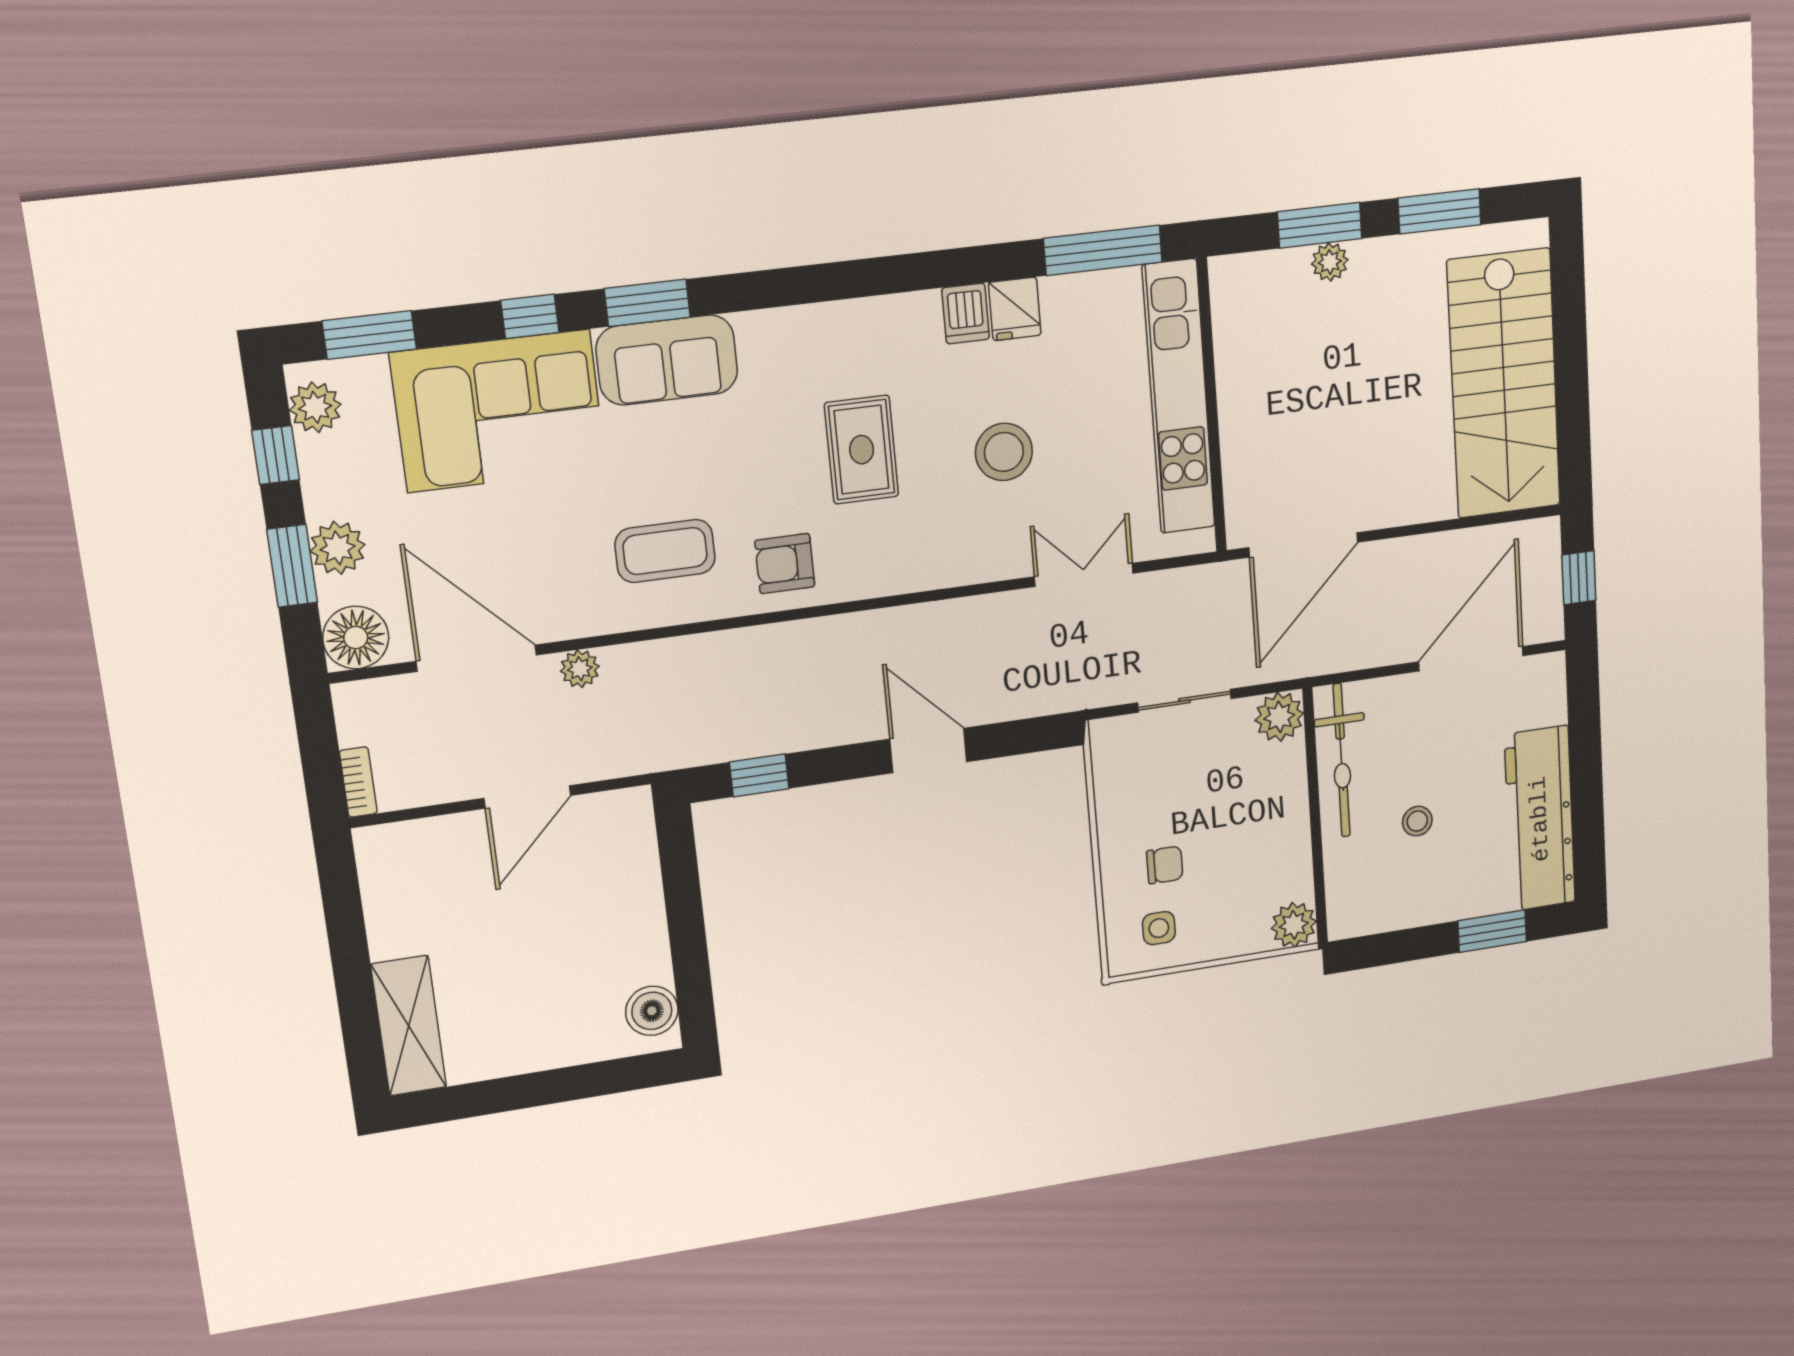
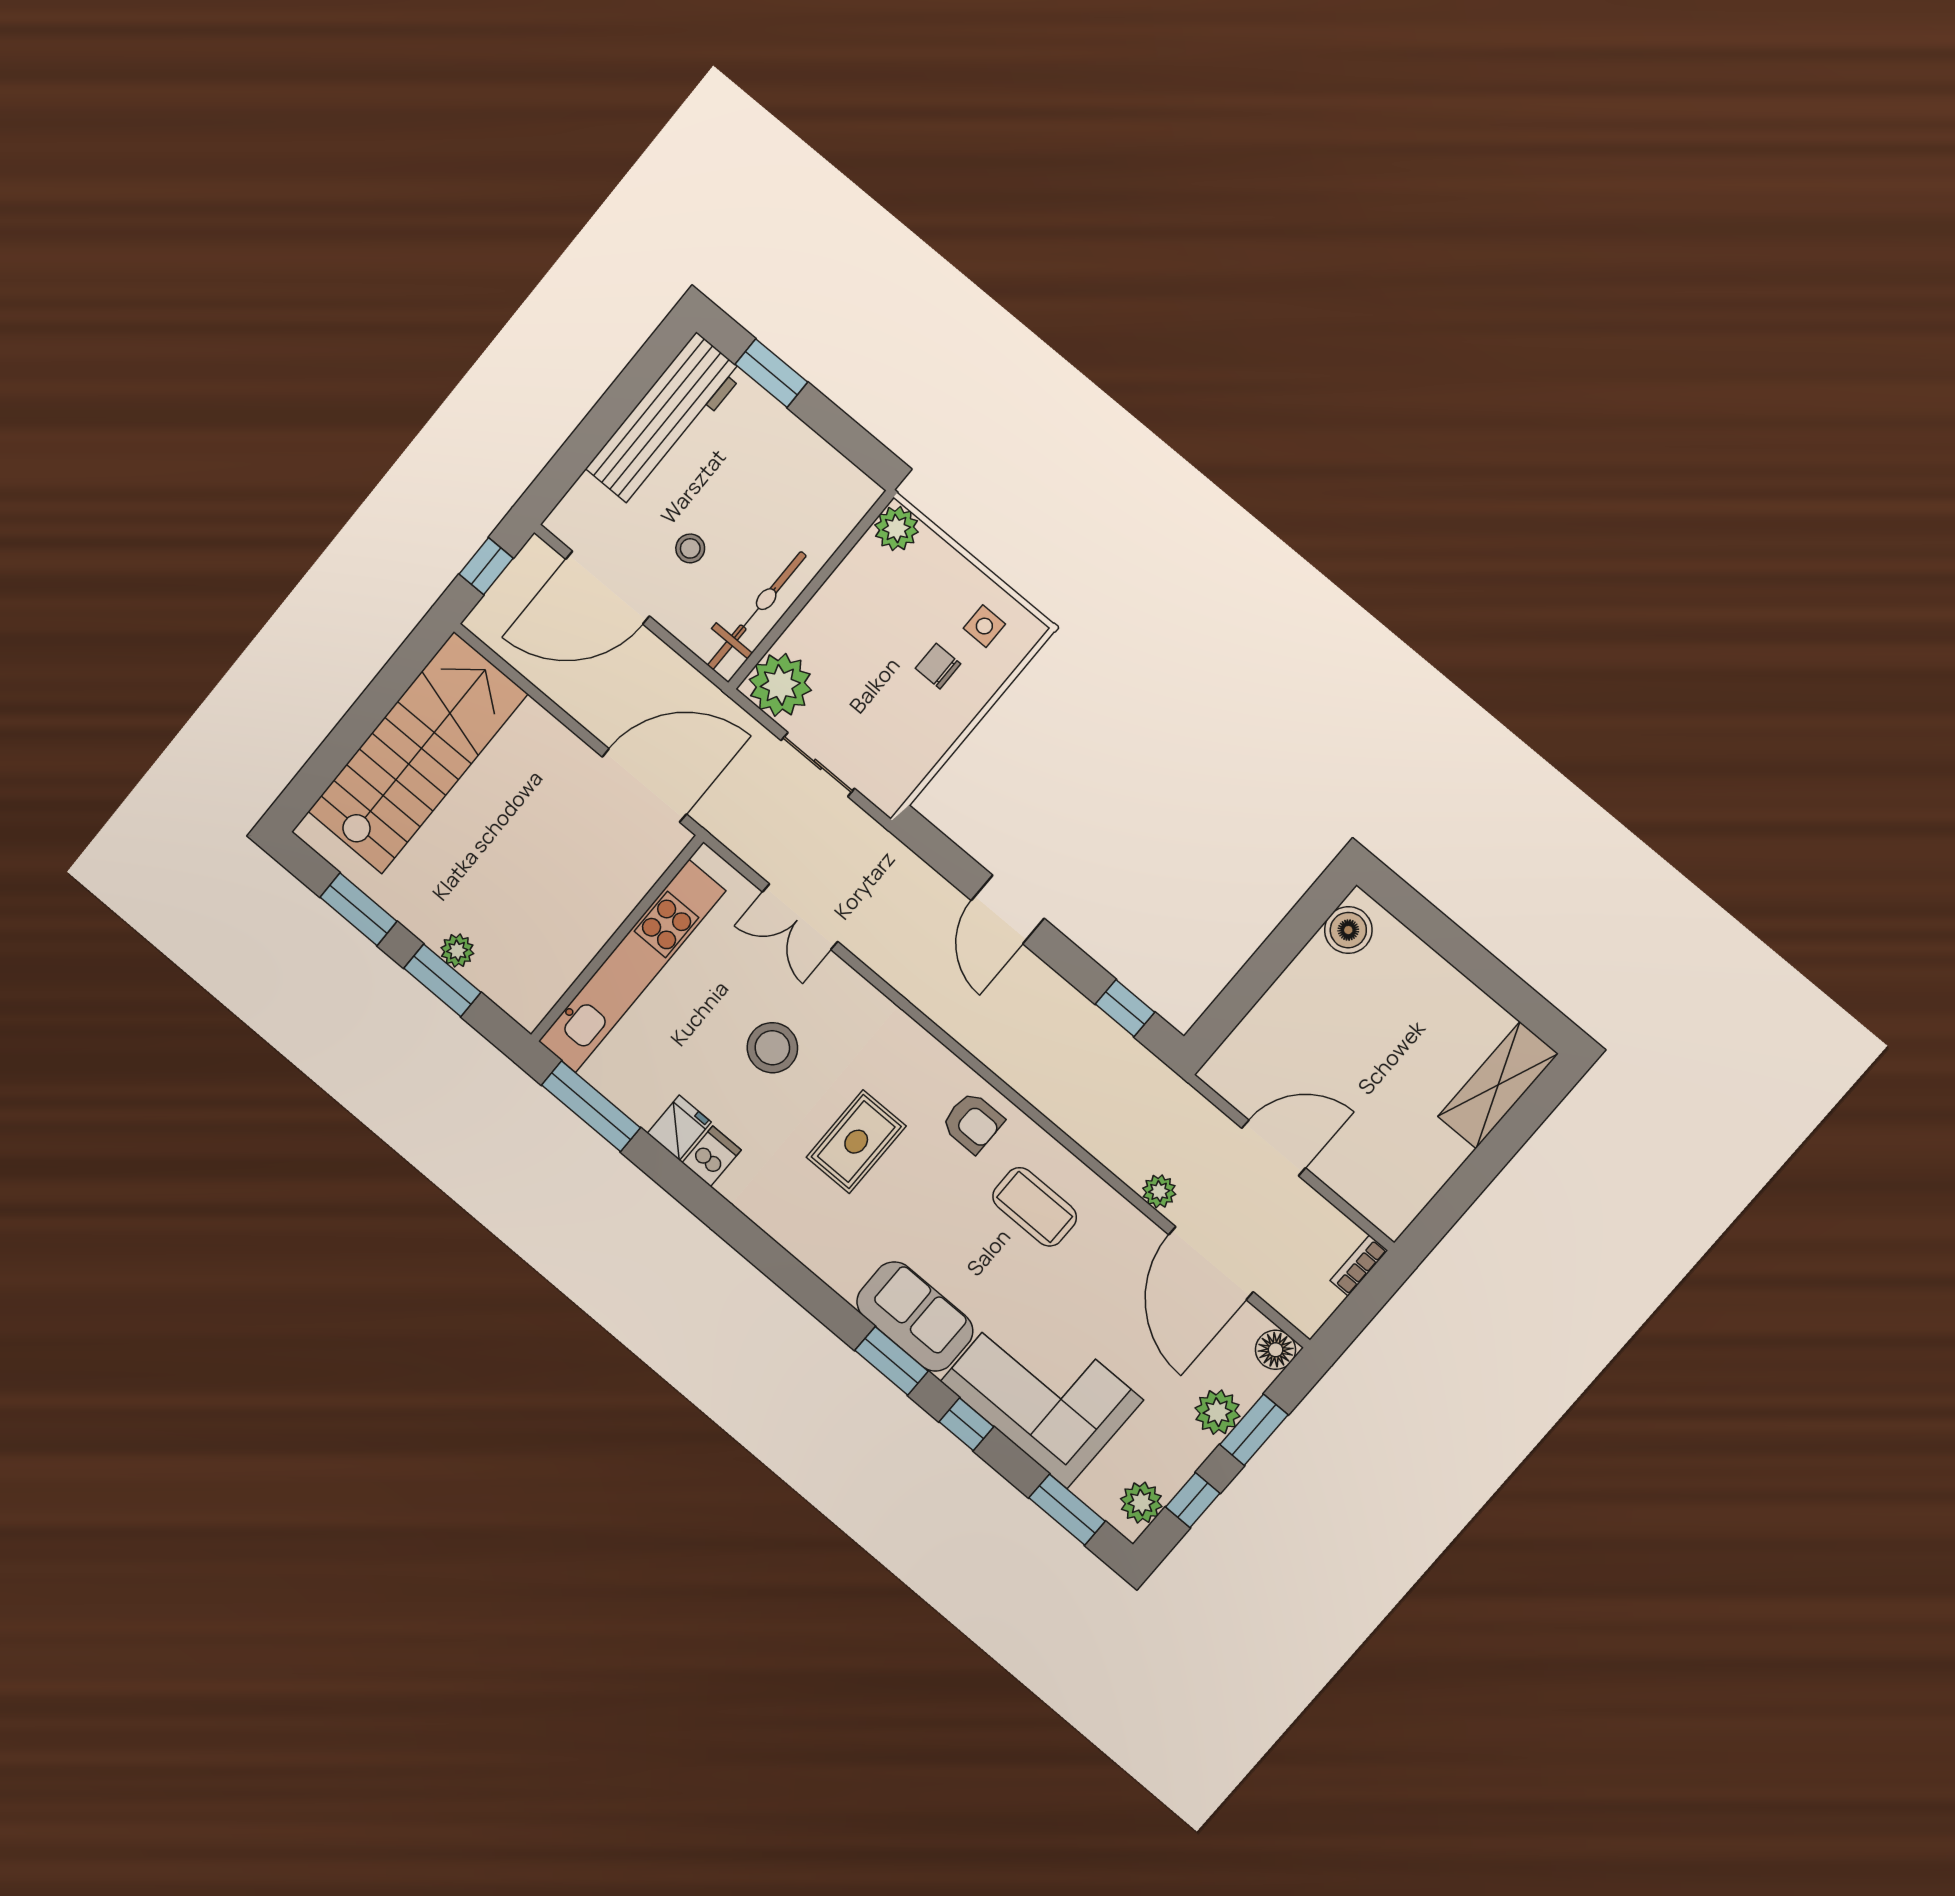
floor lamp: (356, 638) -> (1276, 1350), width x0.73, depth x0.73
plant: (1279, 717) -> (780, 685), width x1.36, depth x1.36
stool: (1417, 821) -> (690, 548), moved

